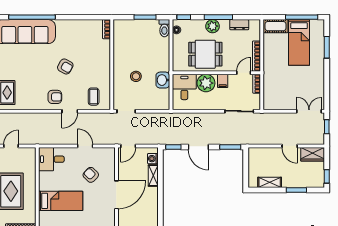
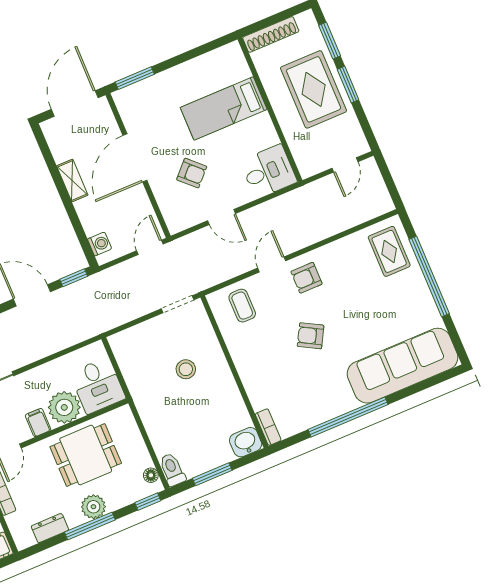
window: (32, 17) -> (348, 417), moved
washbasin: (163, 80) -> (246, 442), moved, turned -90
shelving: (153, 176) -> (72, 180), moved

